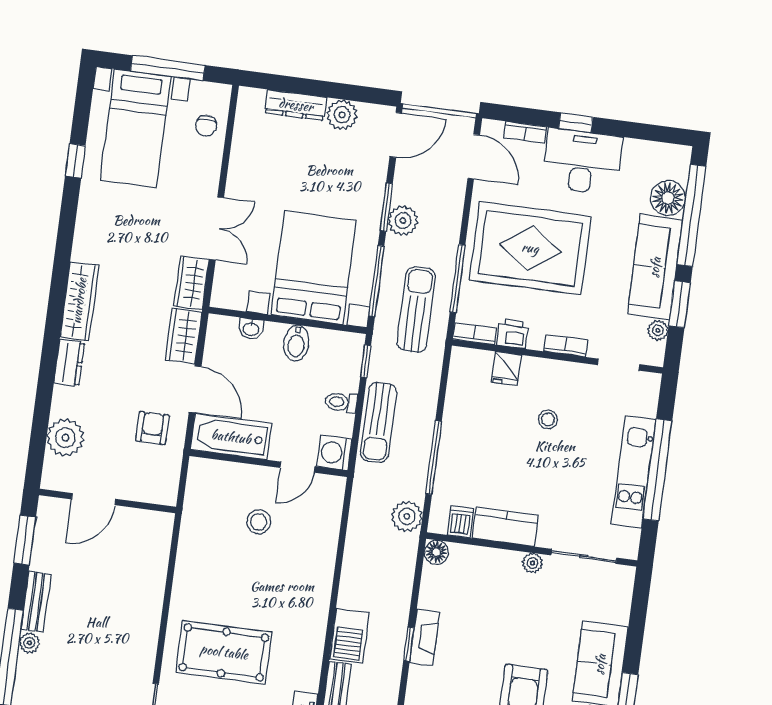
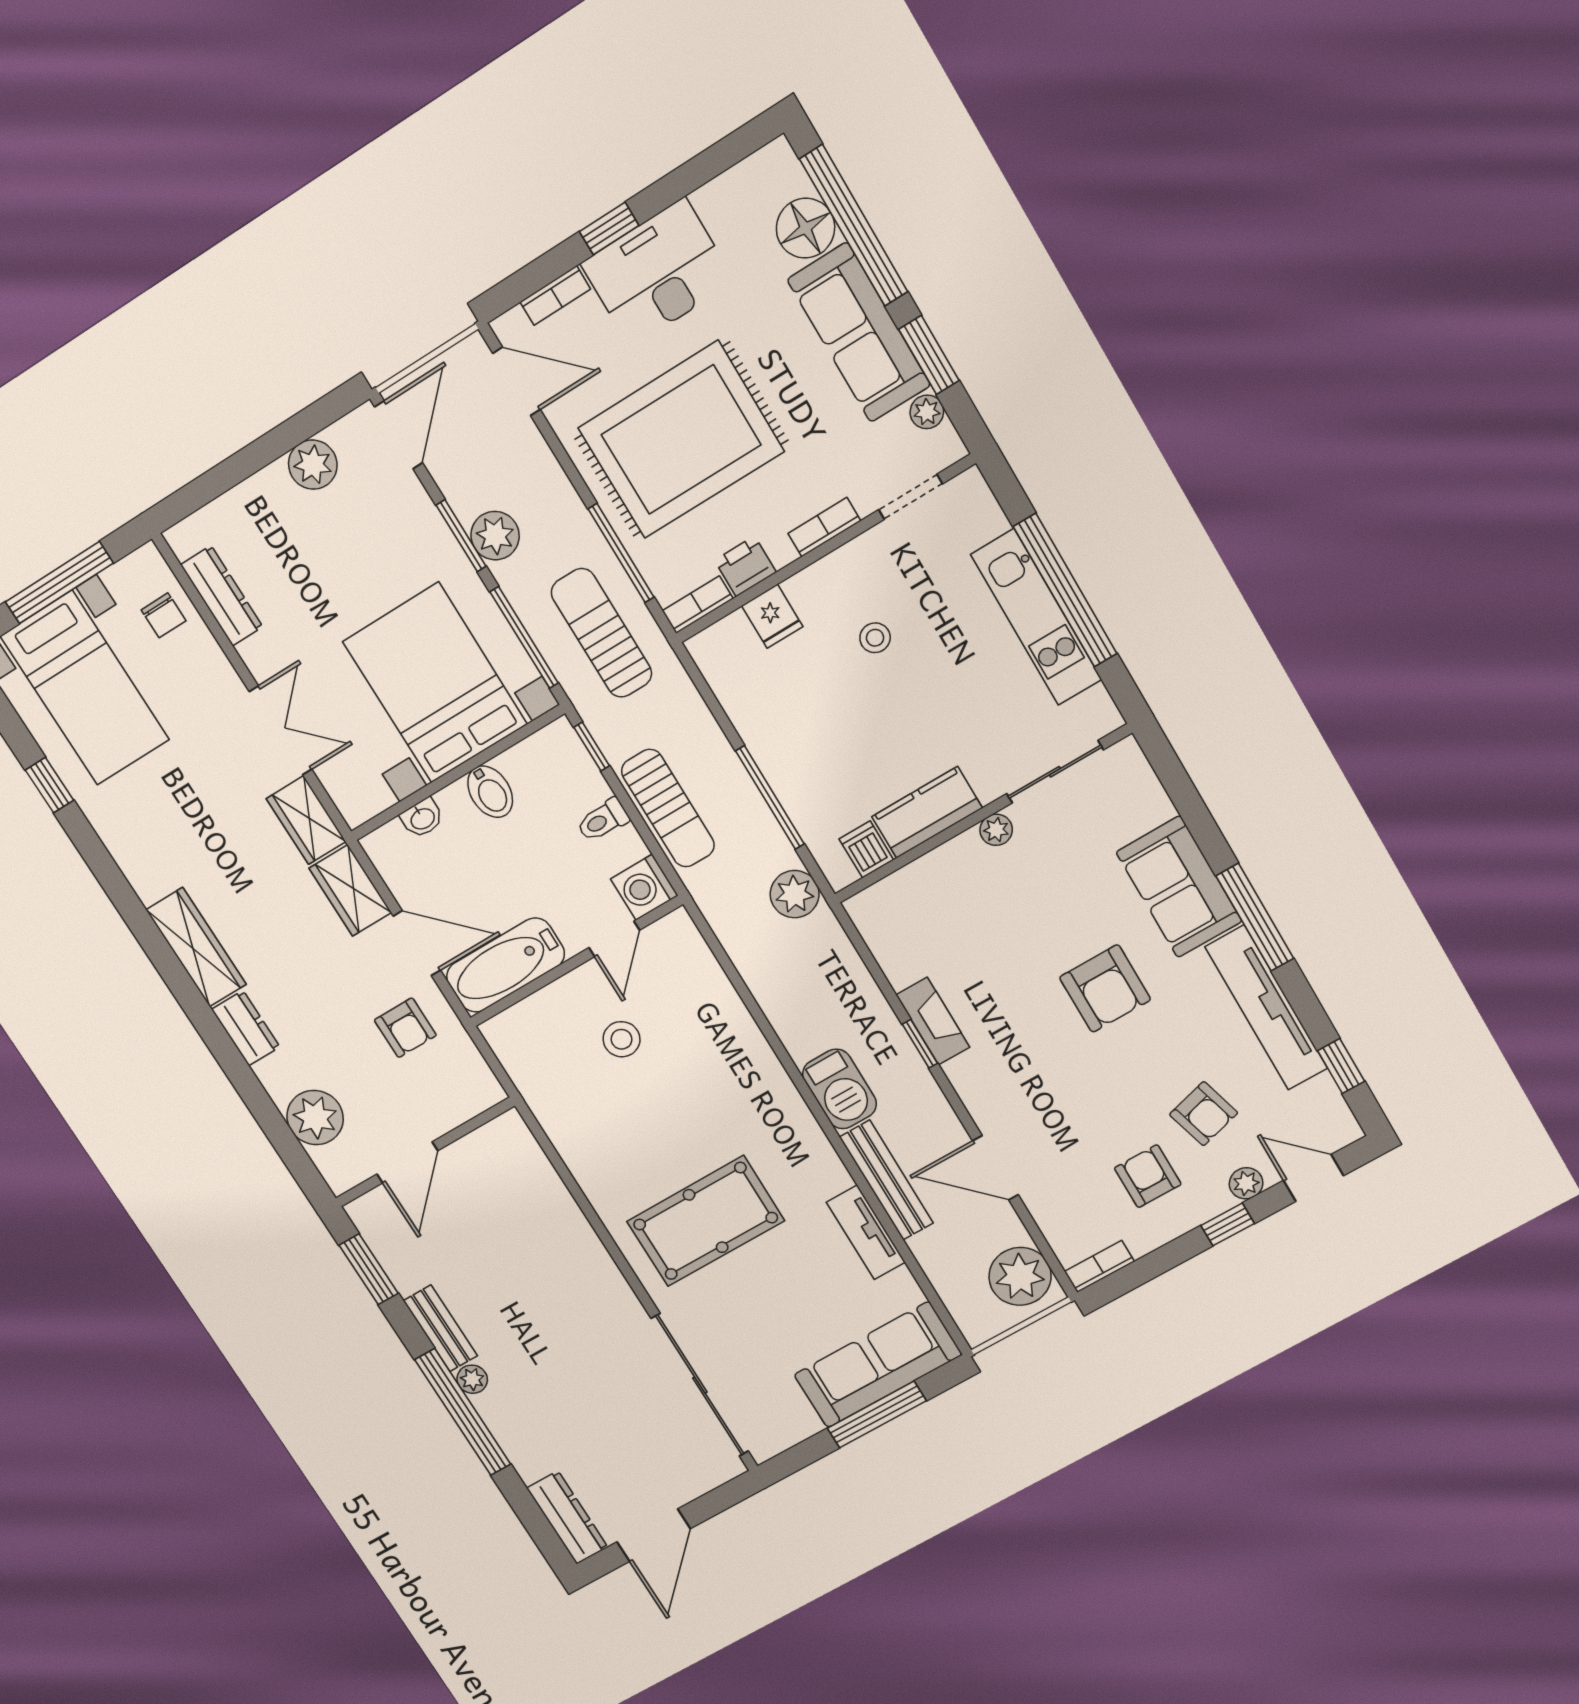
dresser: (296, 105) -> (222, 596), moved, turned -90
armchair: (152, 428) -> (405, 1028), turned 180
floor lamp: (436, 552) -> (866, 909), removed

